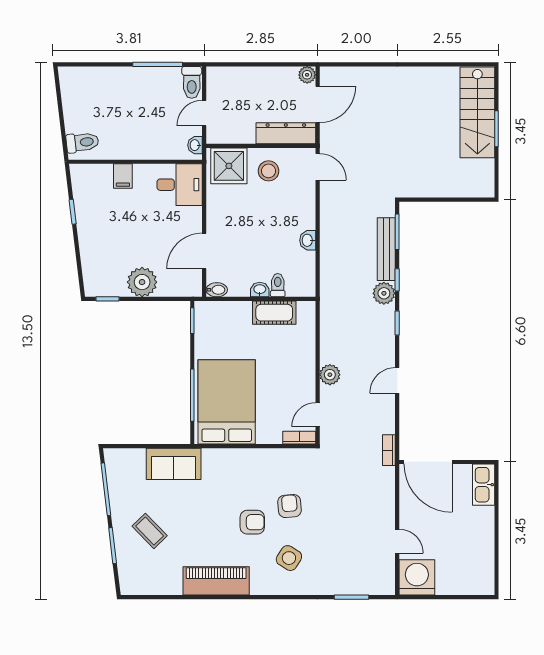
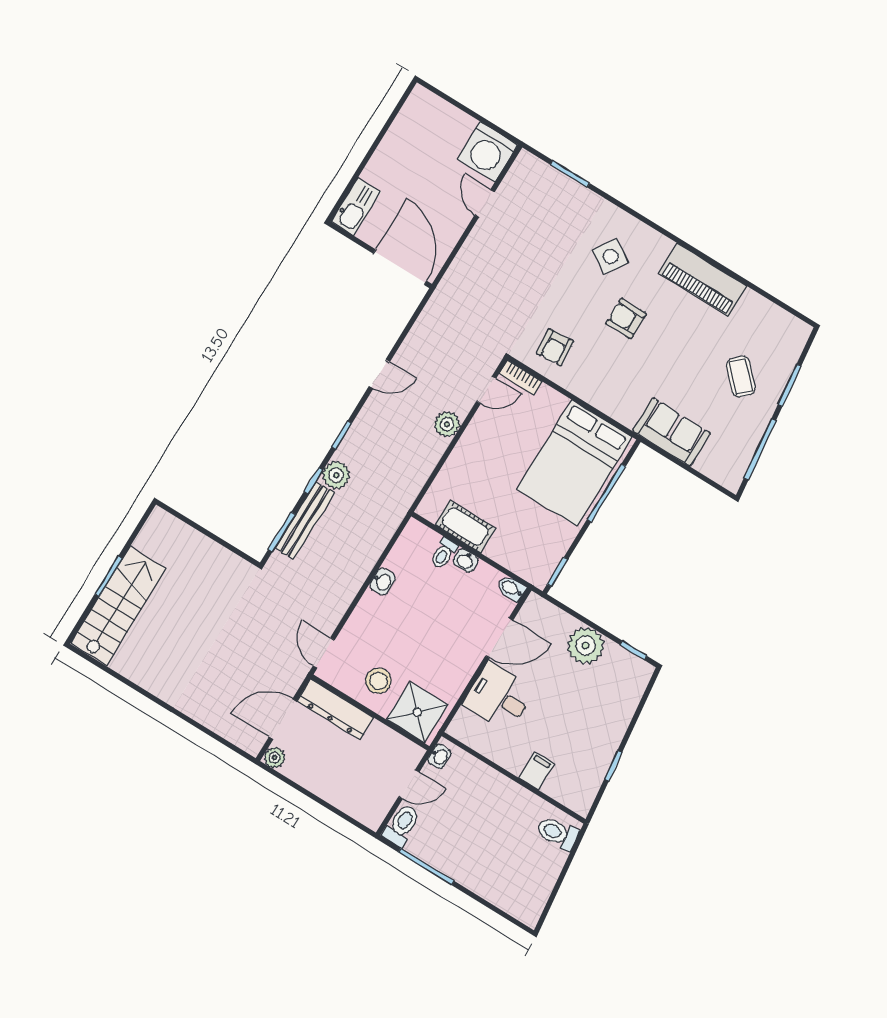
desk: (180, 185) -> (499, 697), moved
bookcase: (389, 450) -> (434, 305), removed
armchair: (290, 506) -> (555, 347), moved

